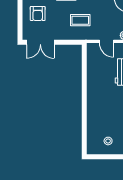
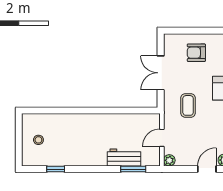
double door: (40, 42) -> (161, 73), moved

